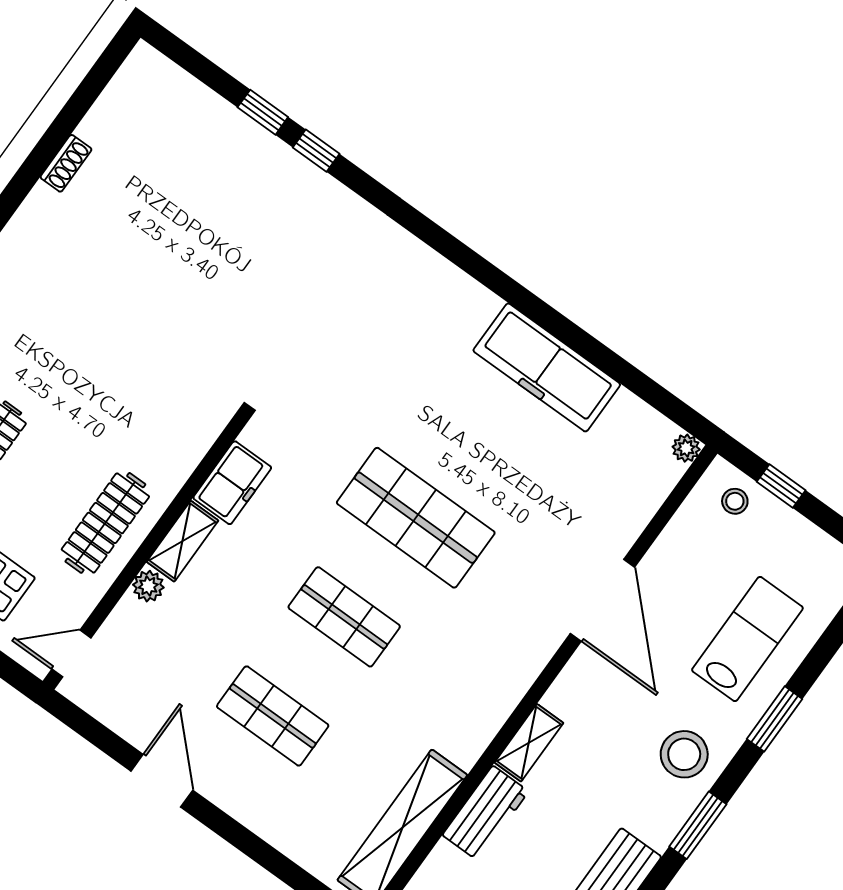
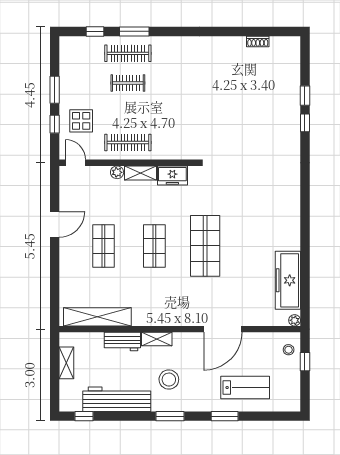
shoe rack: (66, 163) -> (258, 42), moved
freezer: (547, 367) -> (288, 280), moved
stool: (684, 754) -> (169, 380), moved

